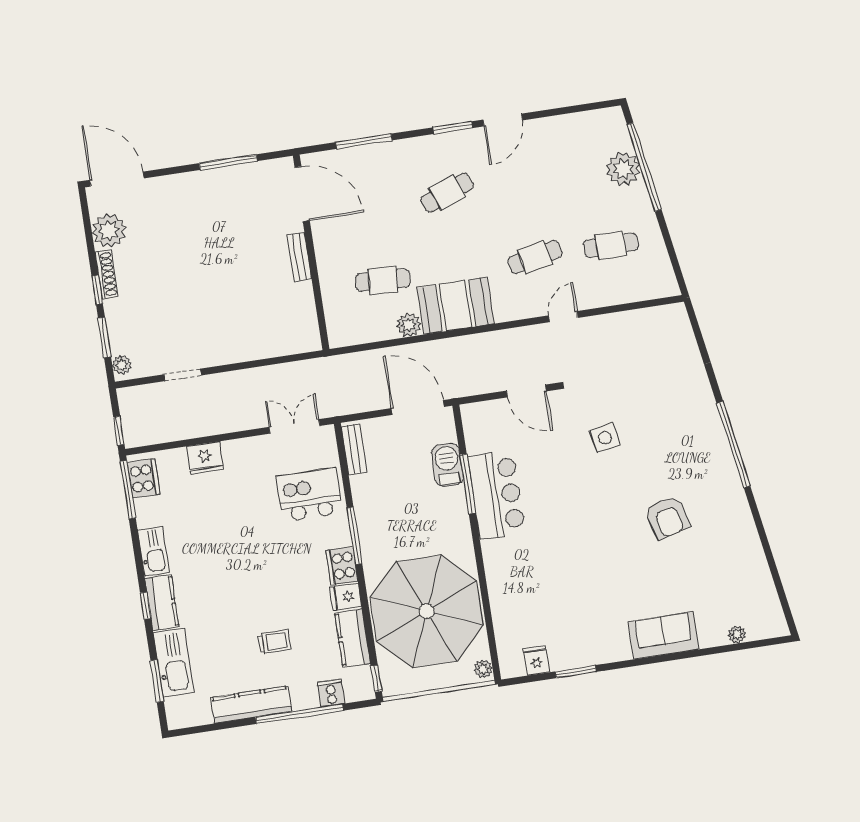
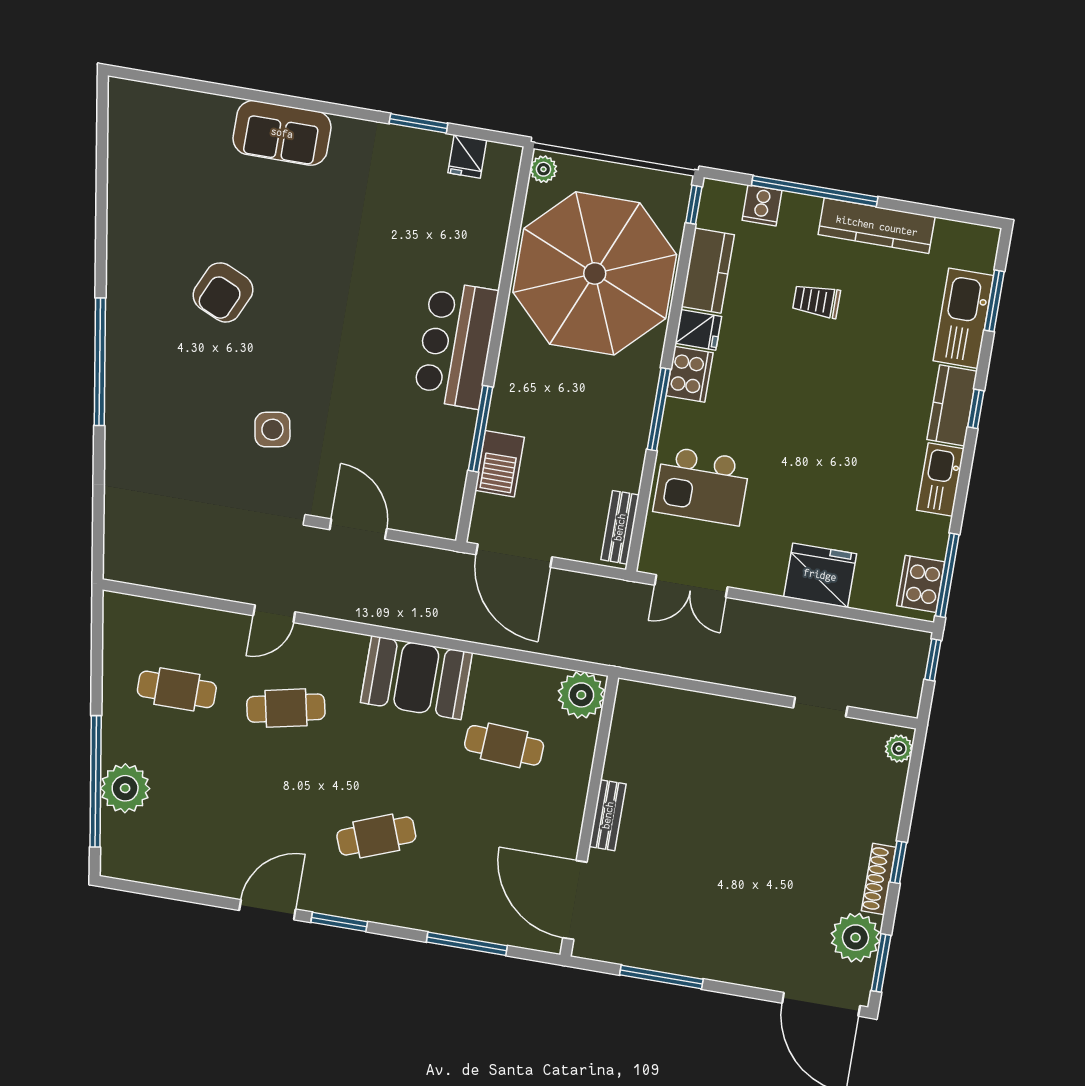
plant: (409, 325) -> (581, 695), moved, width x1.36, depth x1.36
window: (105, 337) -> (881, 963), moved
fridge: (205, 458) -> (820, 575), width x1.36, depth x1.34
bar counter: (496, 495) -> (456, 345), moved
armchair: (667, 517) -> (223, 292), turned -141
plant: (737, 634) -> (181, 101), removed

